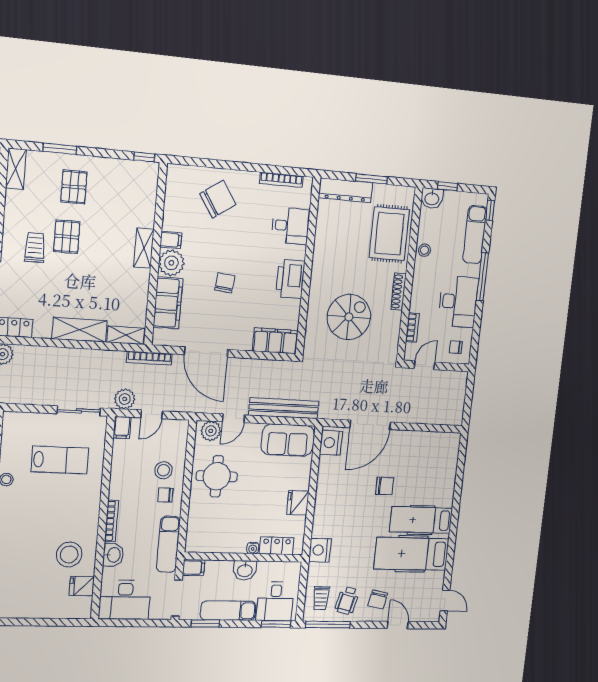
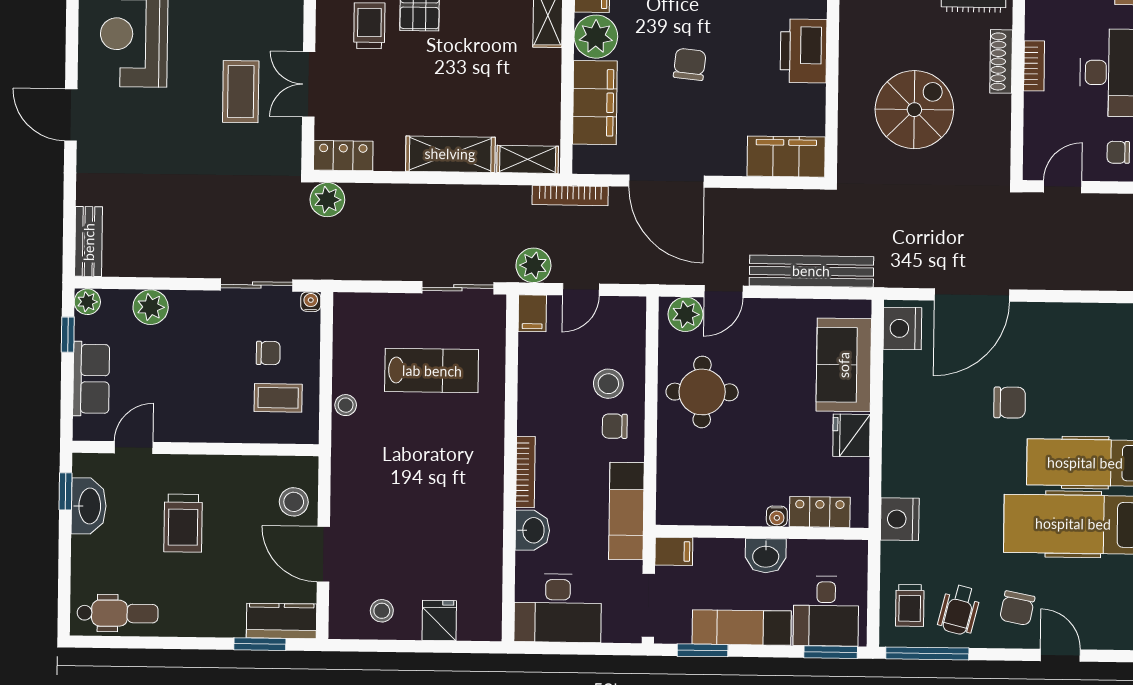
bookcase: (412, 328) -> (1034, 66), moved
sofa: (288, 440) -> (844, 365), moved, turned 90
stool: (69, 554) -> (382, 611), moved, width x0.53, depth x0.53
fridge: (82, 586) -> (439, 620), moved, turned 90

